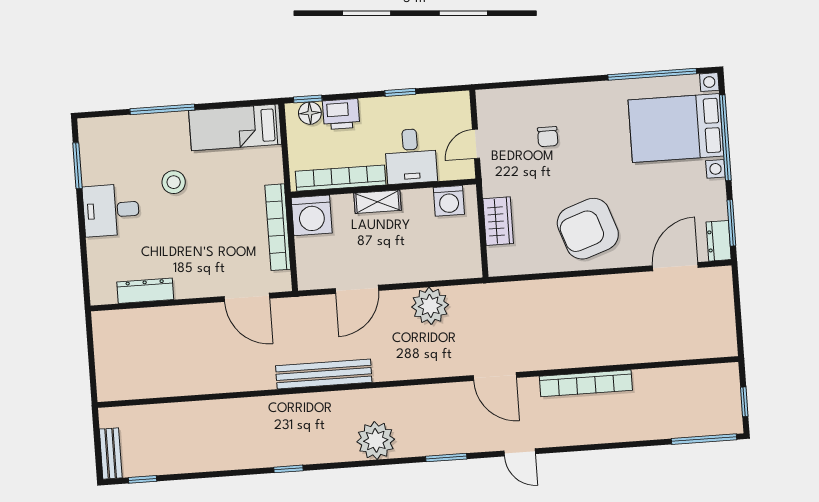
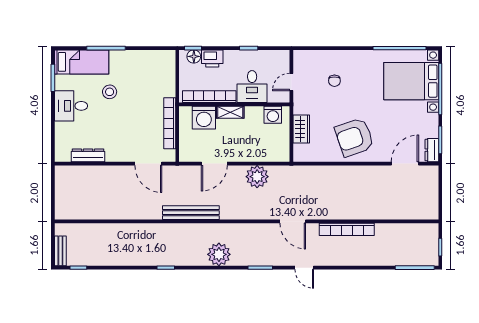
bed: (235, 127) -> (82, 62), moved, turned 180
washing machine: (312, 215) -> (204, 118), moved

